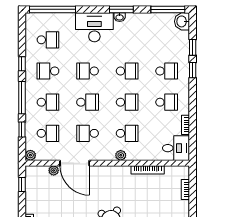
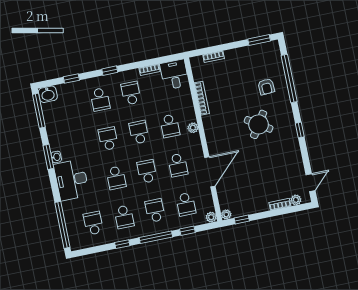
window: (193, 70) -> (110, 71), moved
school desk: (167, 71) -> (100, 99), turned 180
school desk: (48, 133) -> (186, 204), turned 180
school desk: (127, 133) -> (170, 126), turned 180
plant: (54, 170) -> (226, 214), moved

